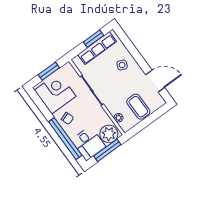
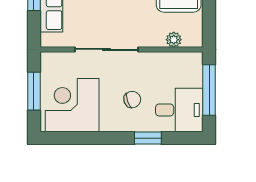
chair: (67, 118) -> (132, 100), moved
plant: (109, 134) -> (187, 71), removed
window: (65, 139) -> (148, 138), width x0.32

